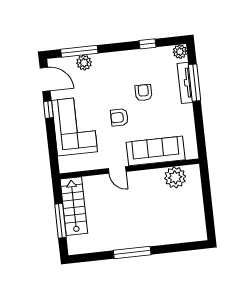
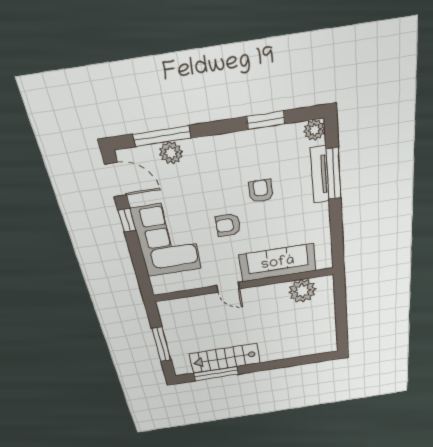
window: (148, 44) -> (266, 120), width x1.50
stairs: (74, 206) -> (225, 358), moved, turned -90
window: (132, 253) -> (216, 374), moved

